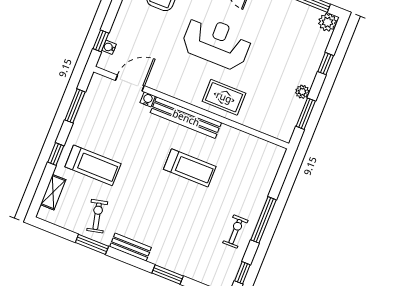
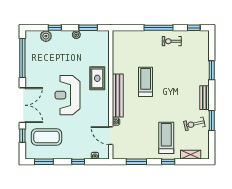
plant: (328, 22) -> (46, 36), moved
window: (101, 41) -> (78, 162), moved

